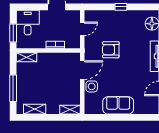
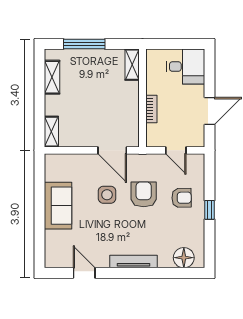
armchair: (113, 25) -> (182, 198), added
window: (13, 33) -> (169, 44), removed
side table: (92, 86) -> (107, 195), moved

